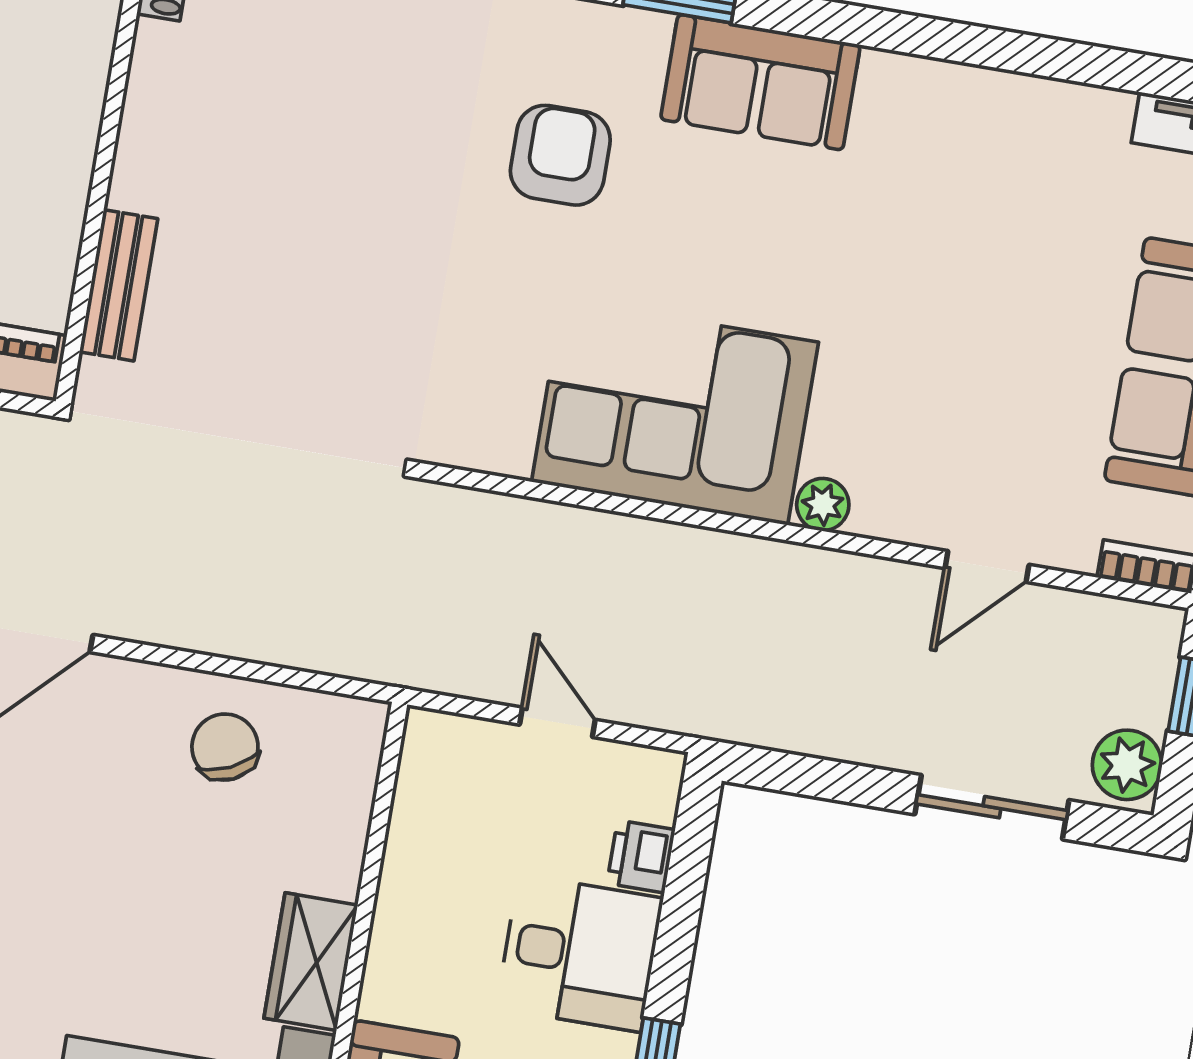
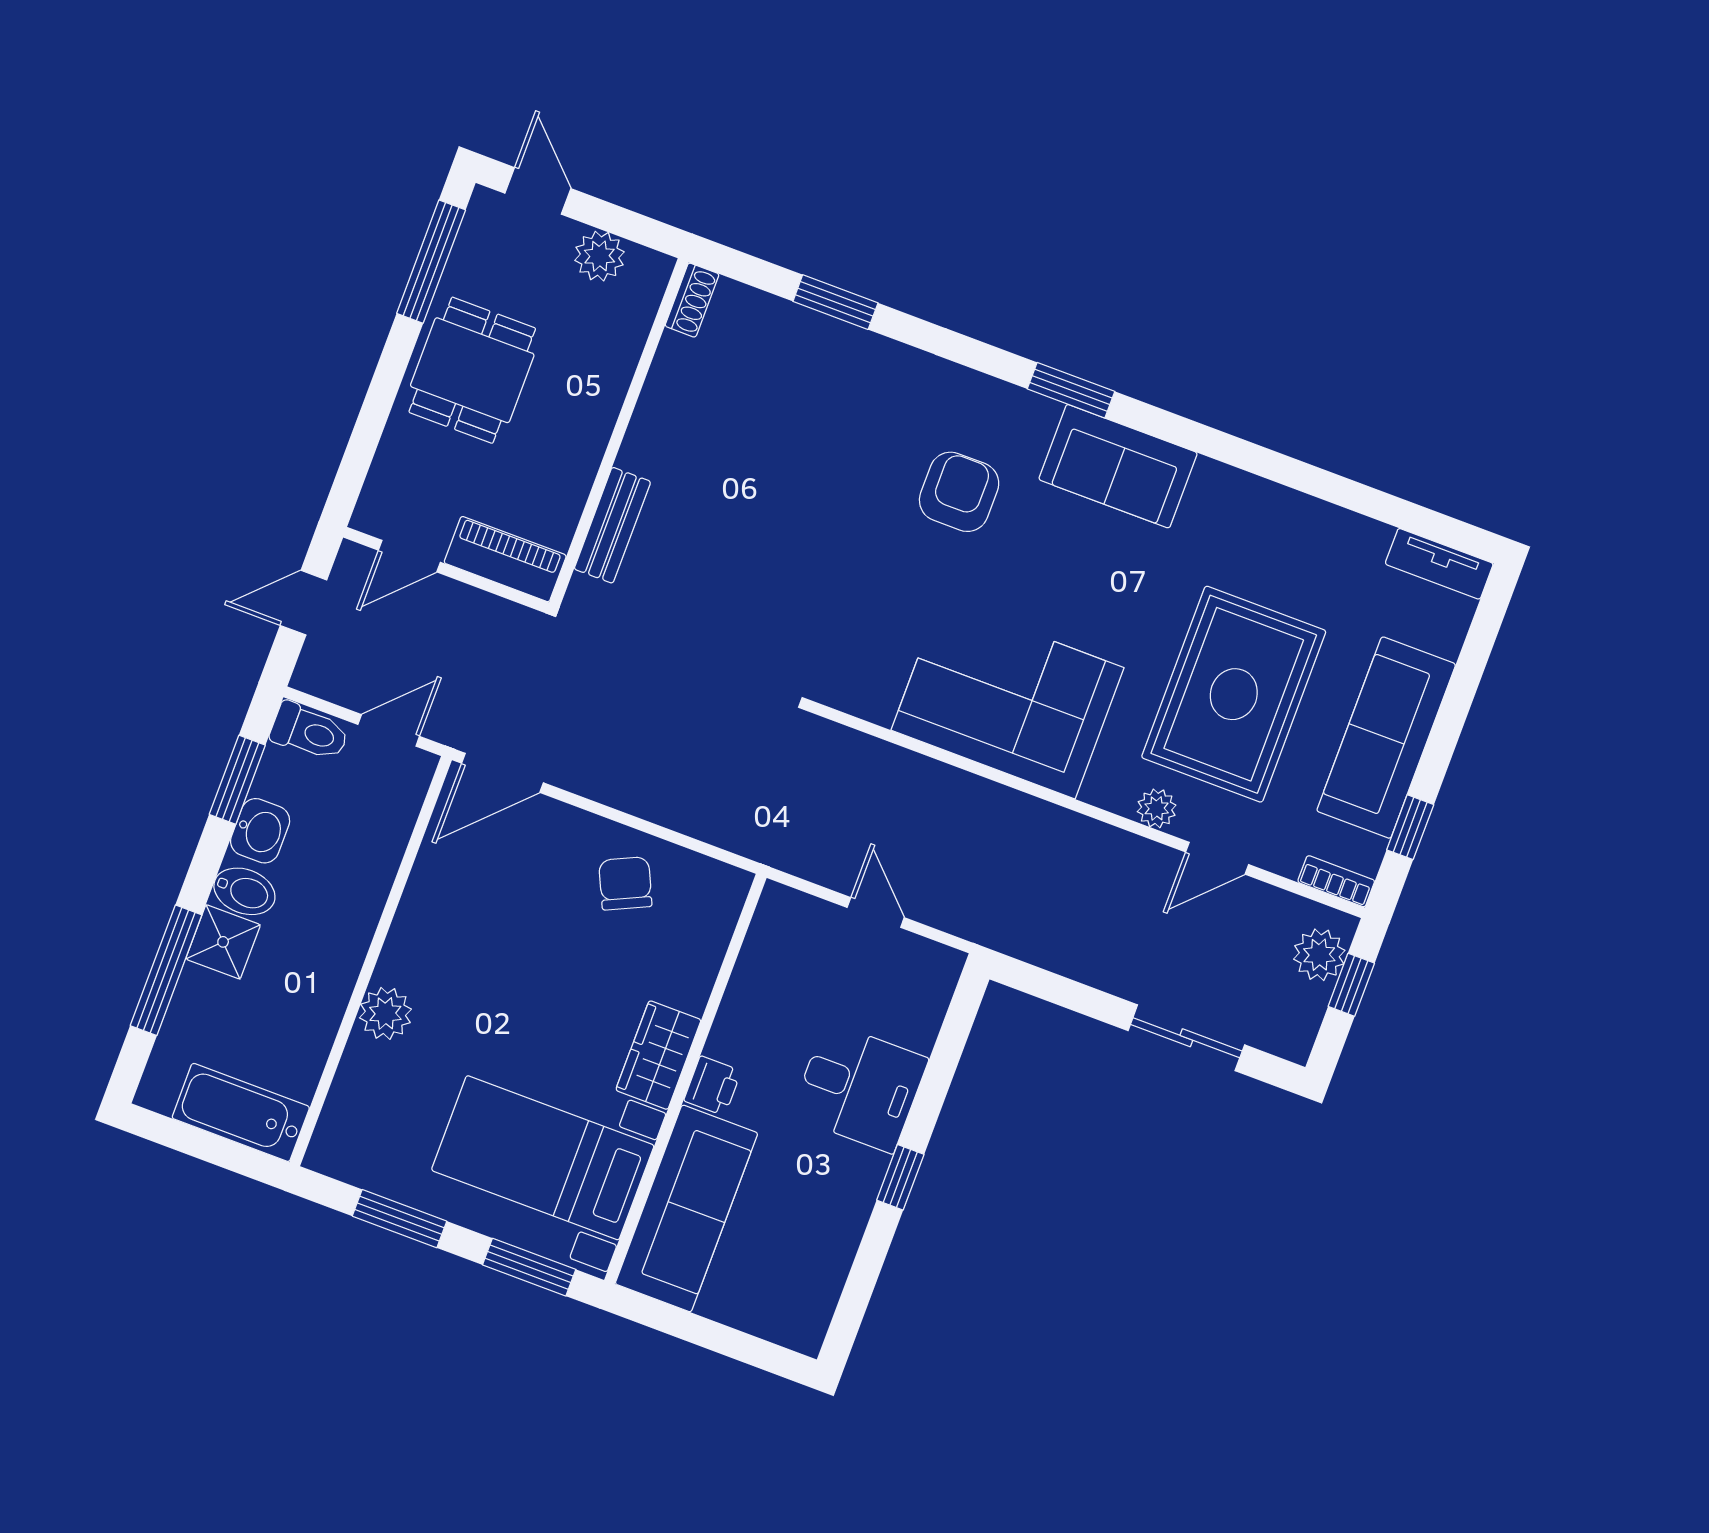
rug: (968, 349) -> (1234, 694), added
plant: (823, 505) -> (1157, 808), moved
plant: (1127, 765) -> (1319, 955), moved
printer: (641, 857) -> (712, 1086), moved, turned 180

